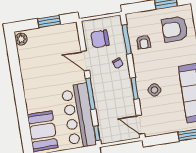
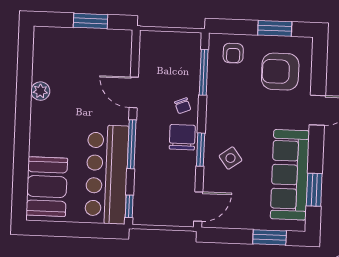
plant: (21, 39) -> (40, 91), moved
chair: (100, 39) -> (182, 137), moved, turned 90
armchair: (144, 42) -> (233, 53), moved
door: (140, 125) -> (198, 207), swing flipped

